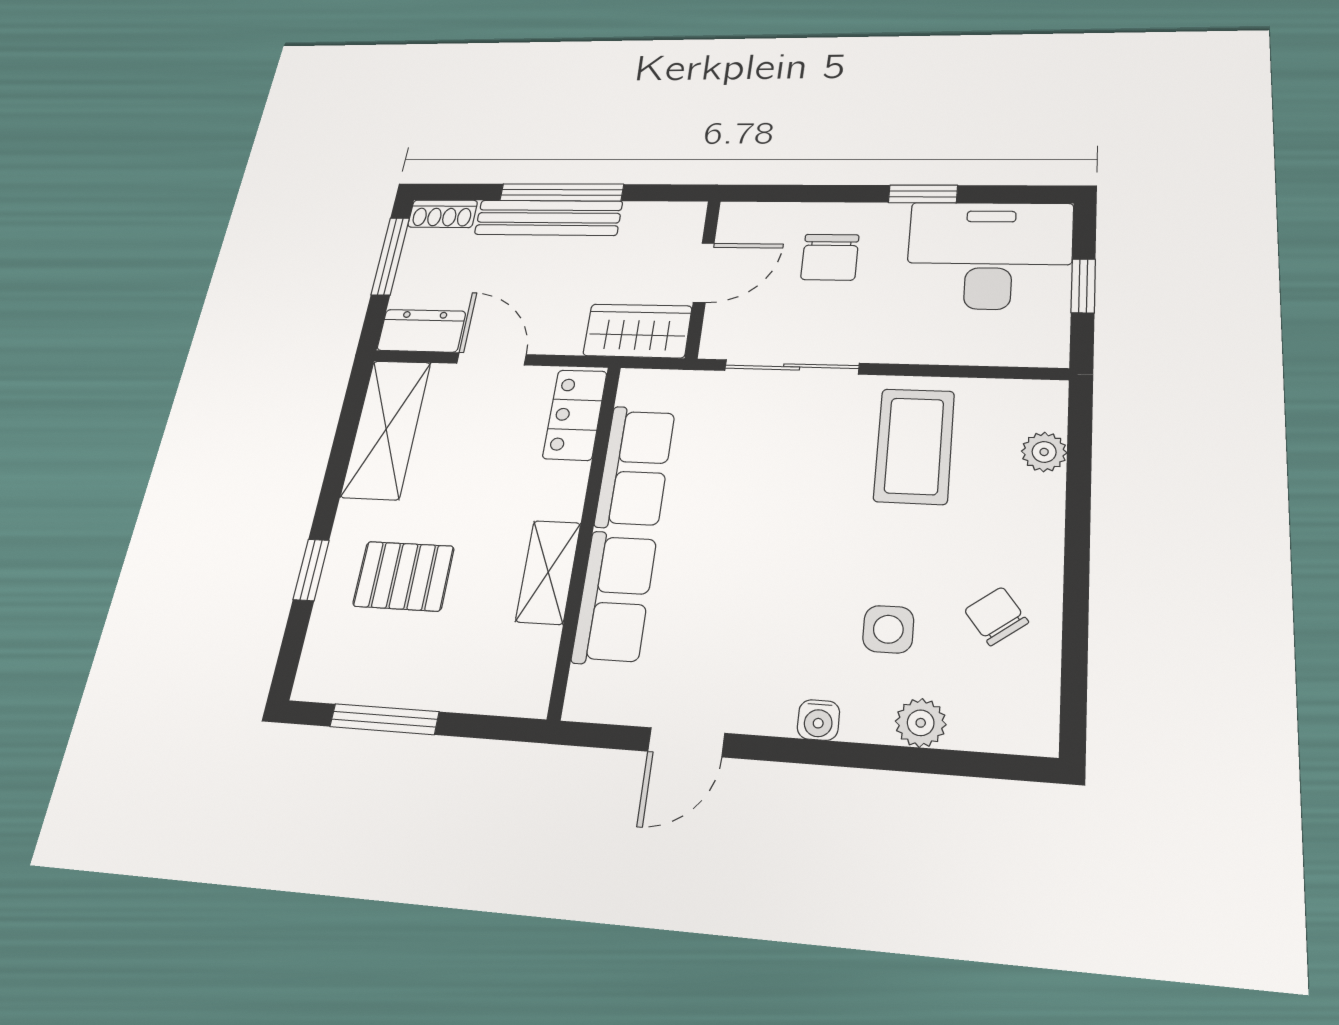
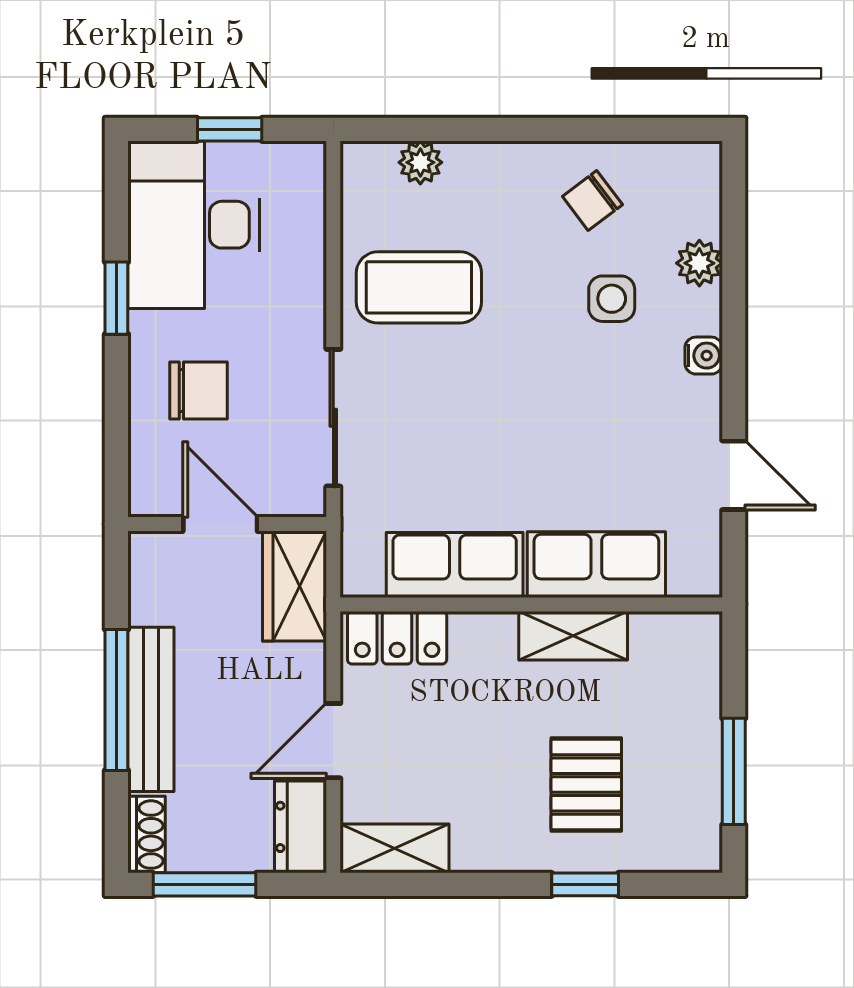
shelving: (386, 429) -> (395, 848), width x0.67, depth x0.75

